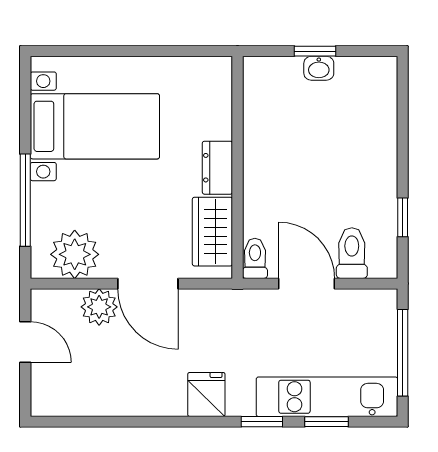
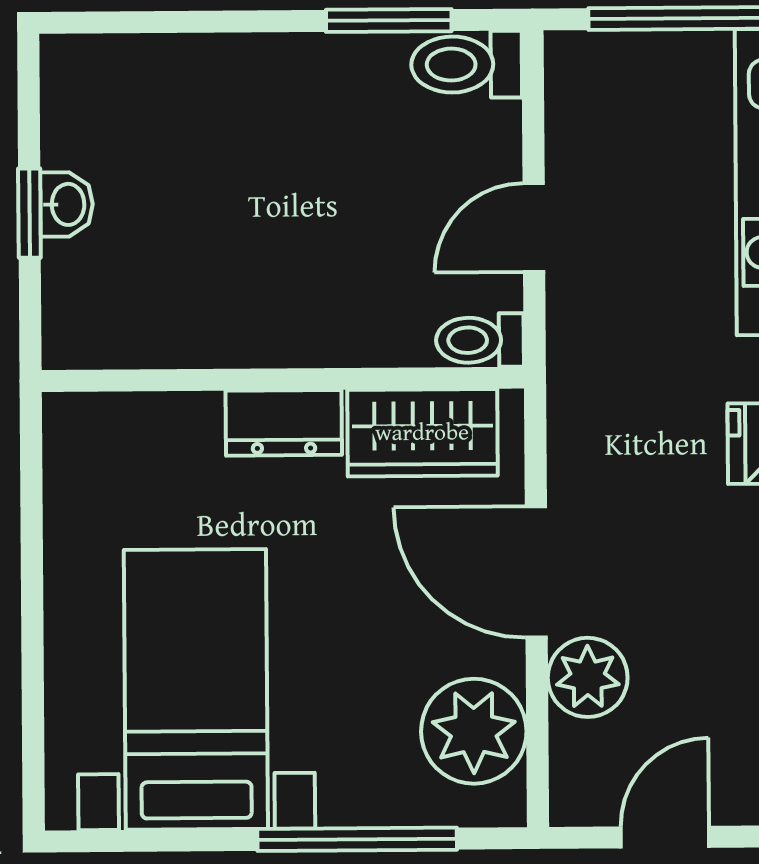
window: (403, 217) -> (389, 20), width x1.50
toilet: (352, 253) -> (467, 64), moved
door: (148, 284) -> (536, 572), swing flipped
door: (307, 284) -> (534, 228), width x0.73

